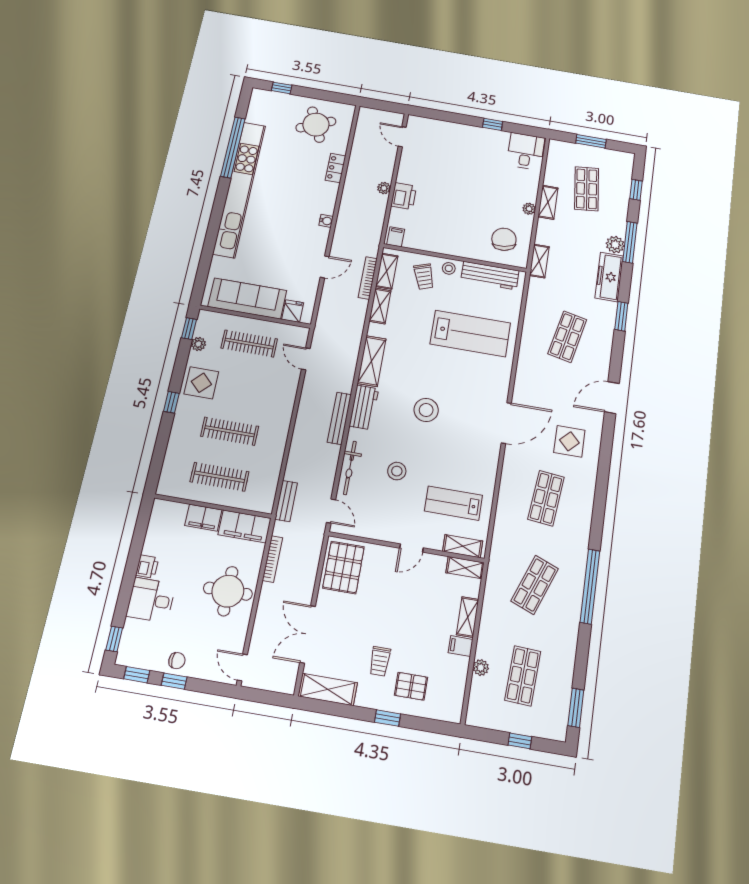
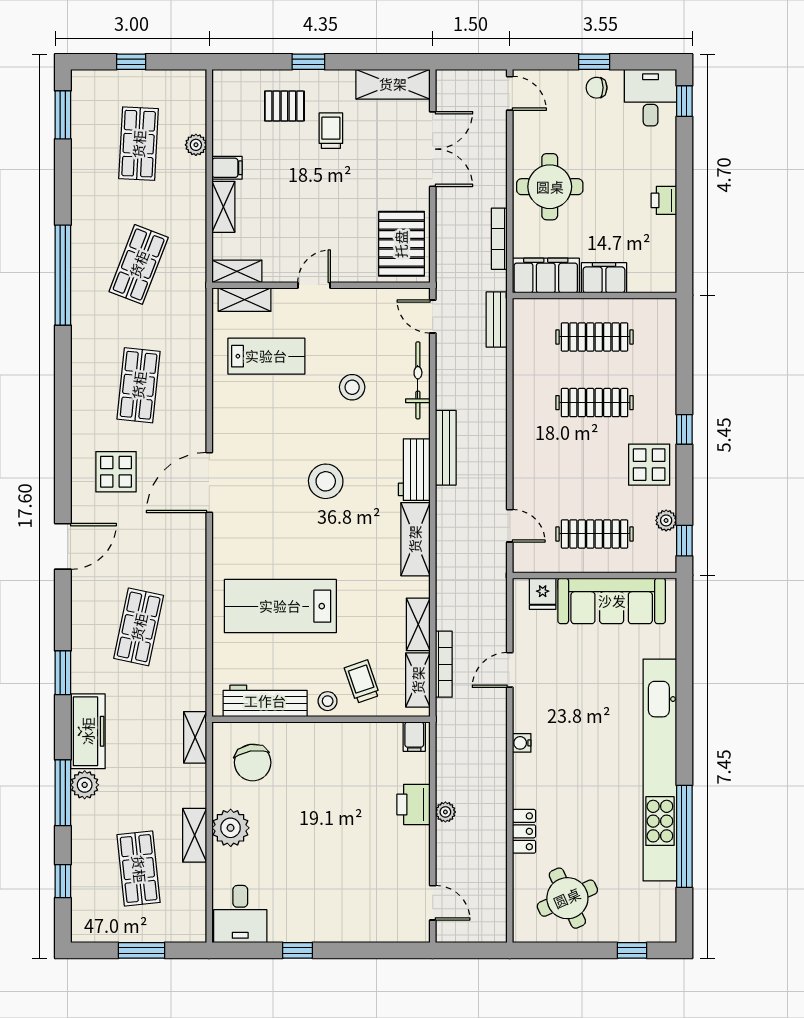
plant: (529, 209) -> (231, 828), width x1.88, depth x1.88
desk: (151, 600) -> (651, 98), moved, turned -90
window: (137, 675) -> (644, 62), removed

